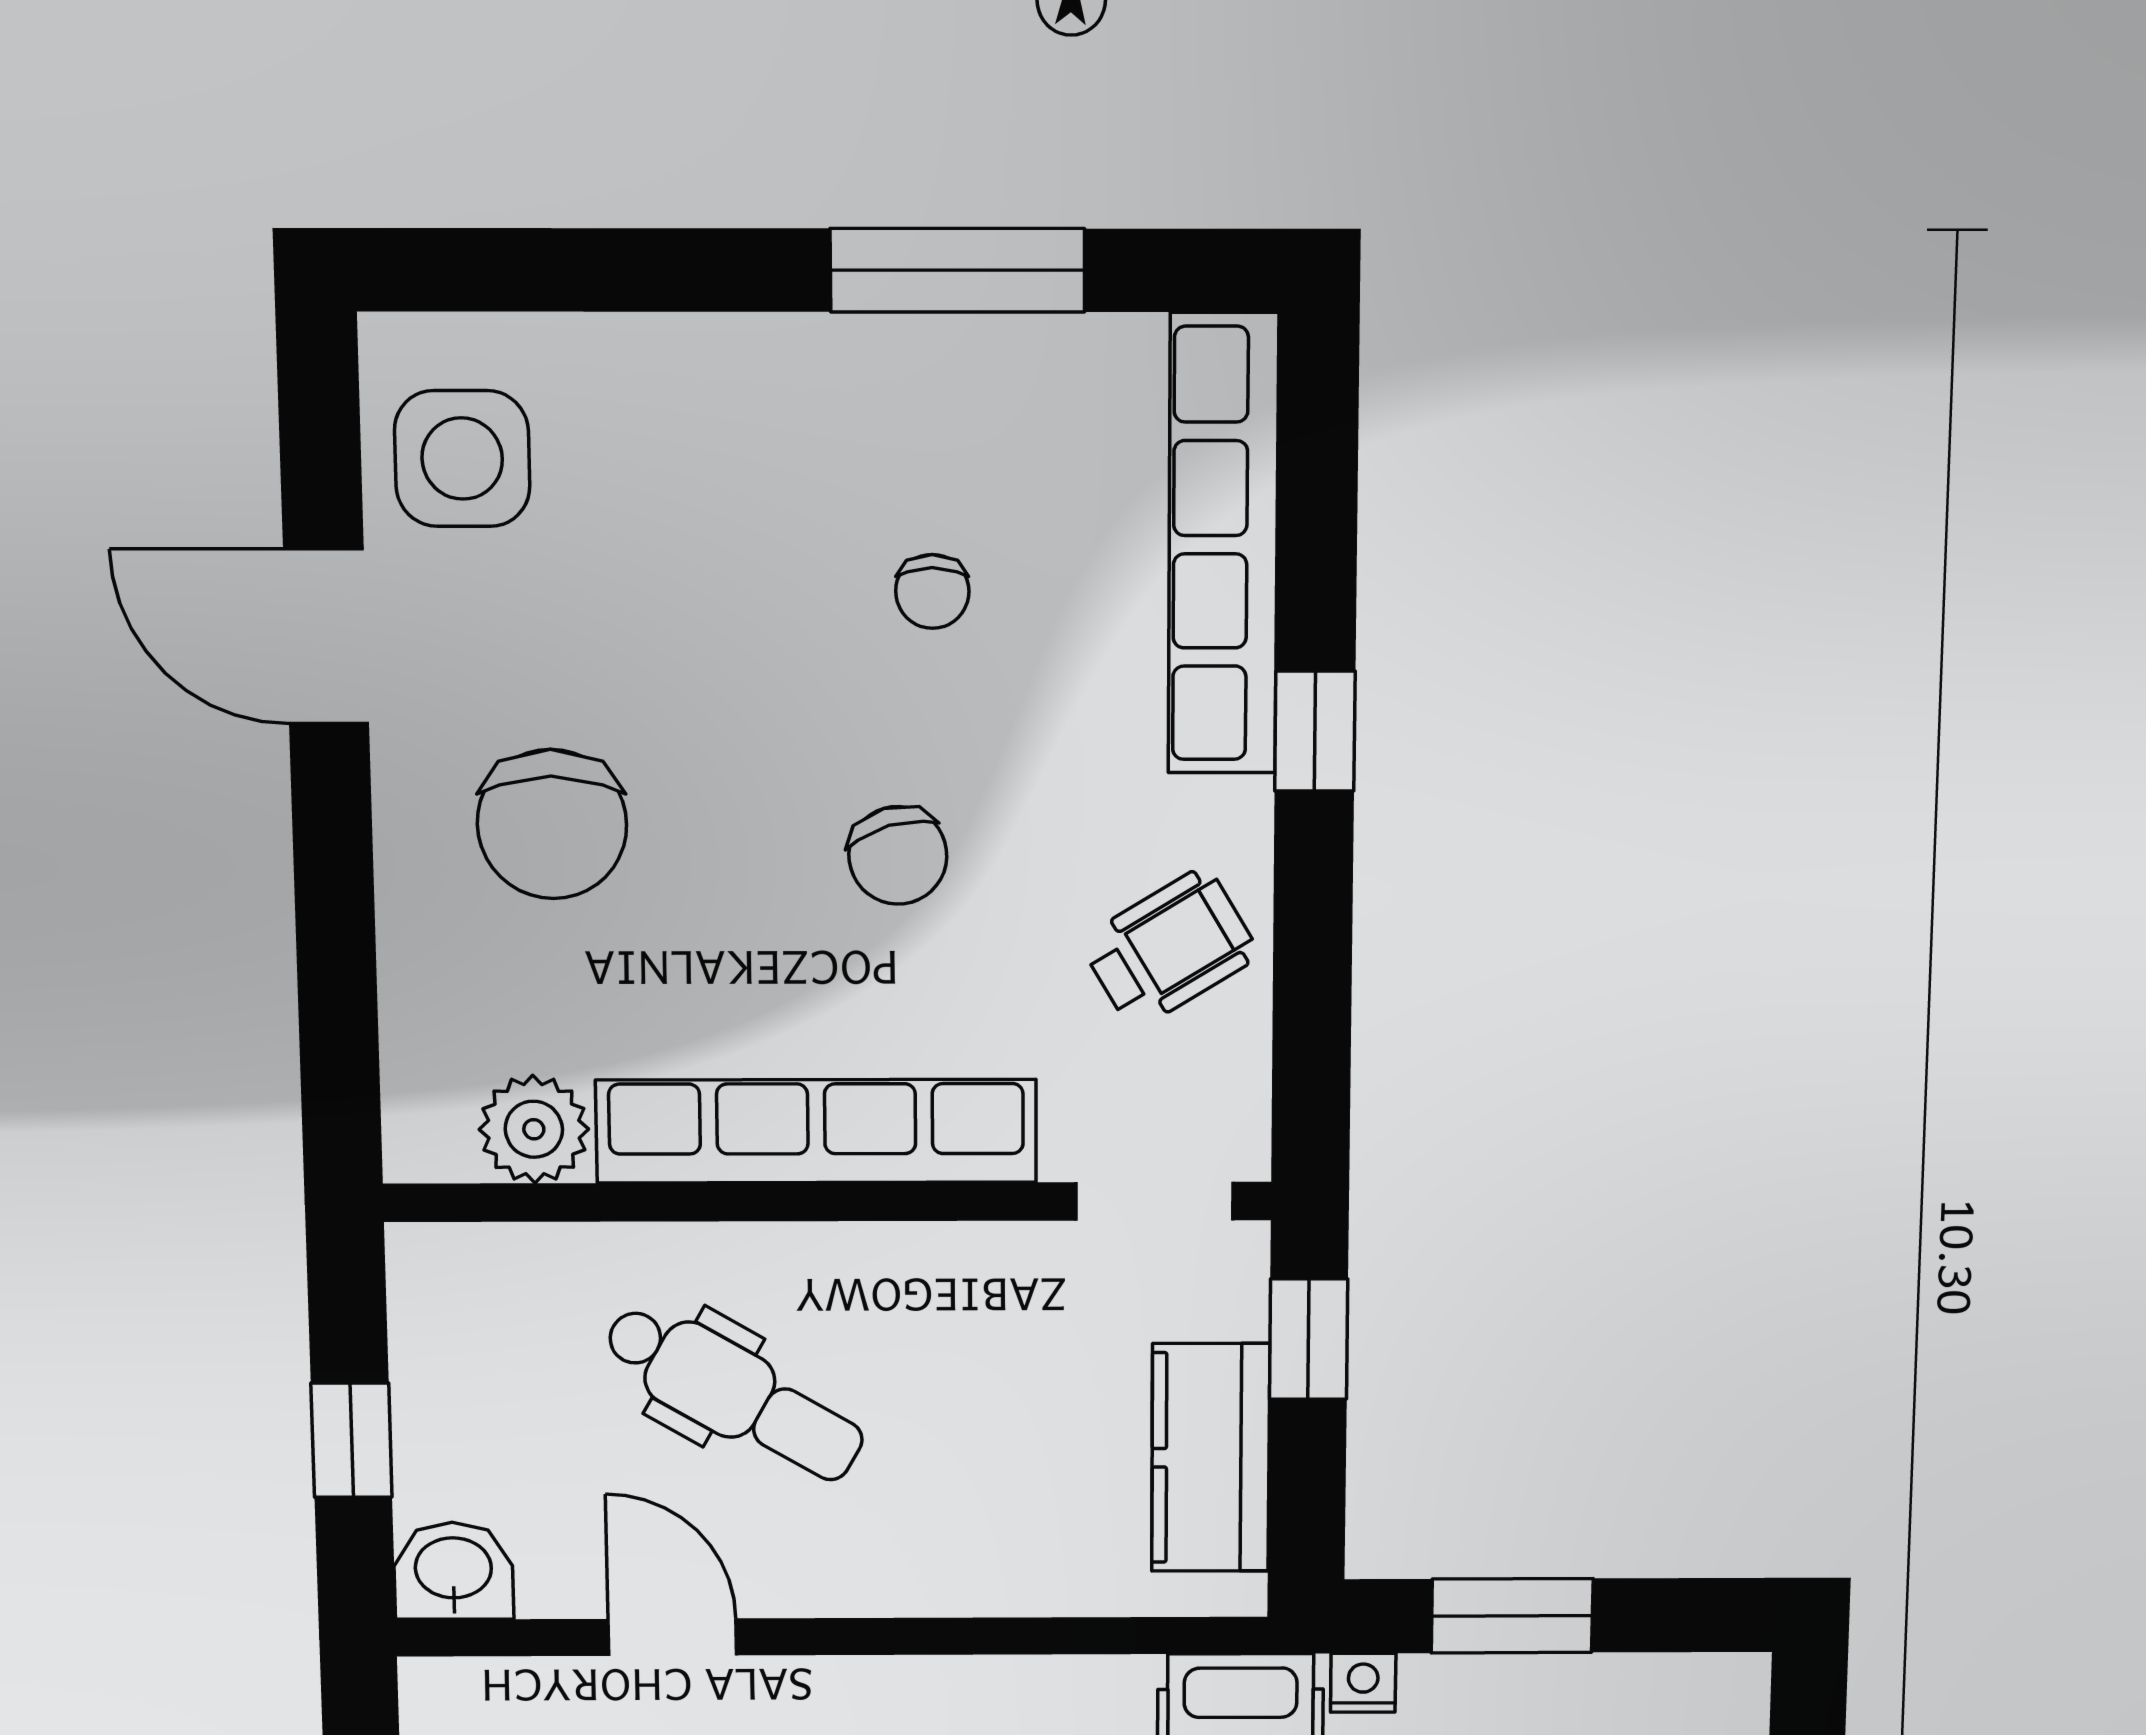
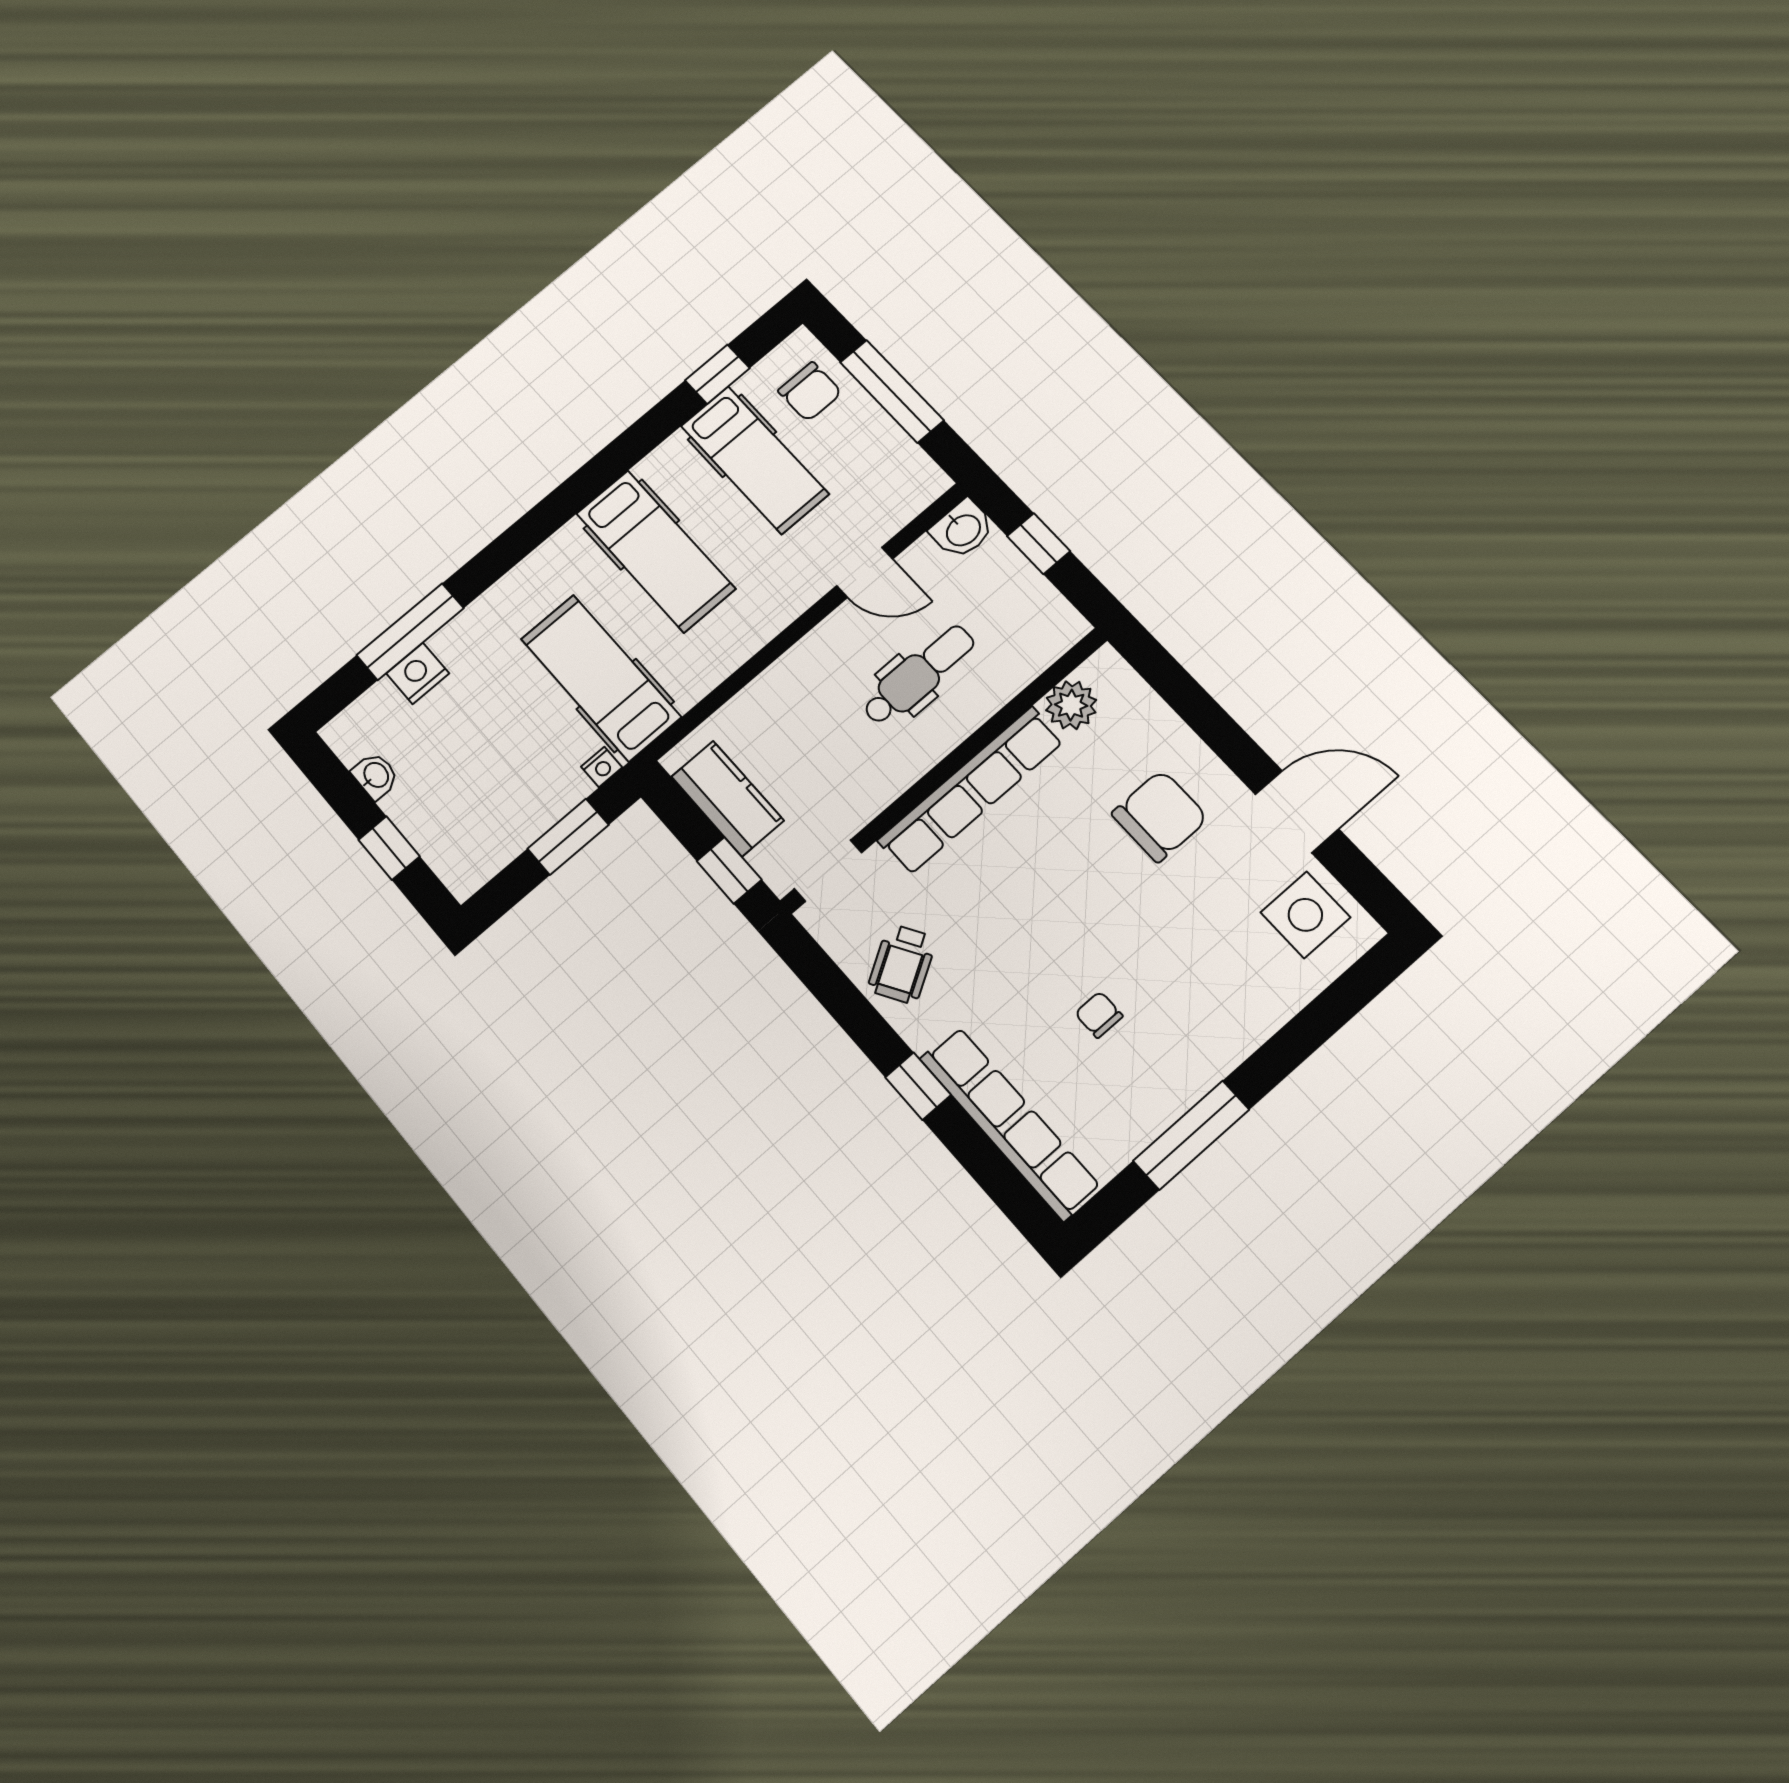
chair: (552, 824) -> (1160, 816), turned 90
chair: (898, 855) -> (1028, 912), removed
dental chair: (734, 1393) -> (919, 675), turned 150

